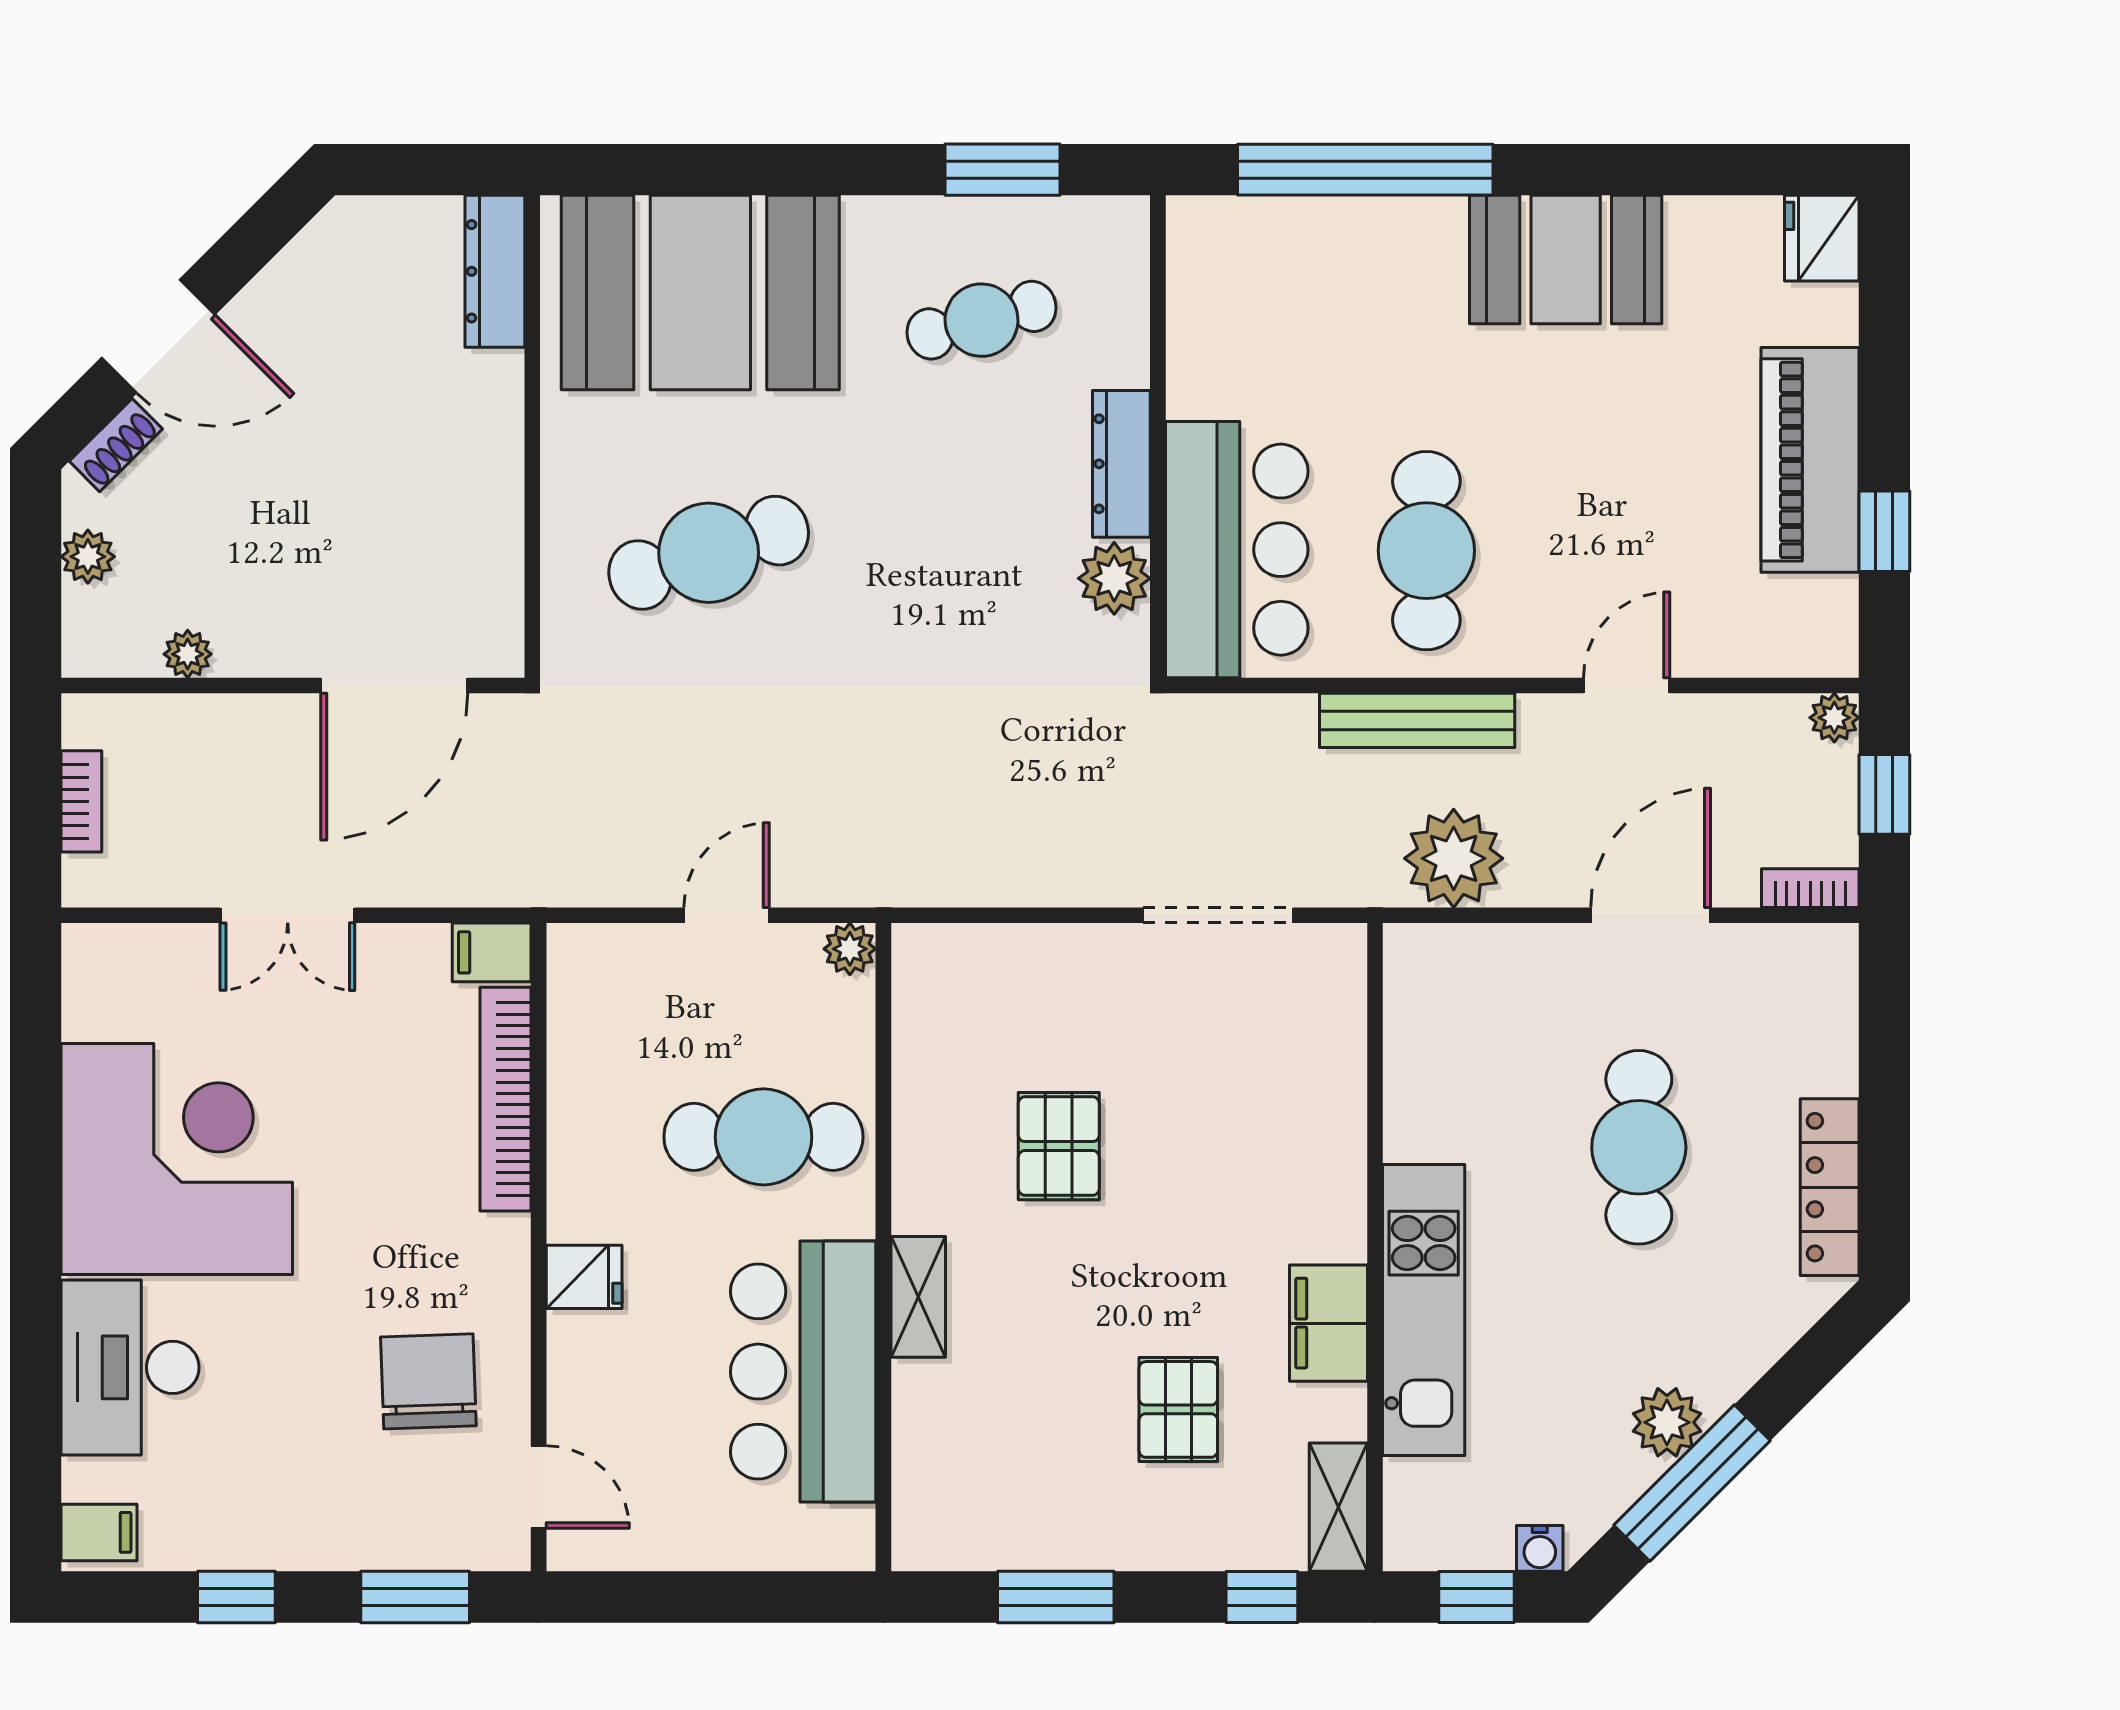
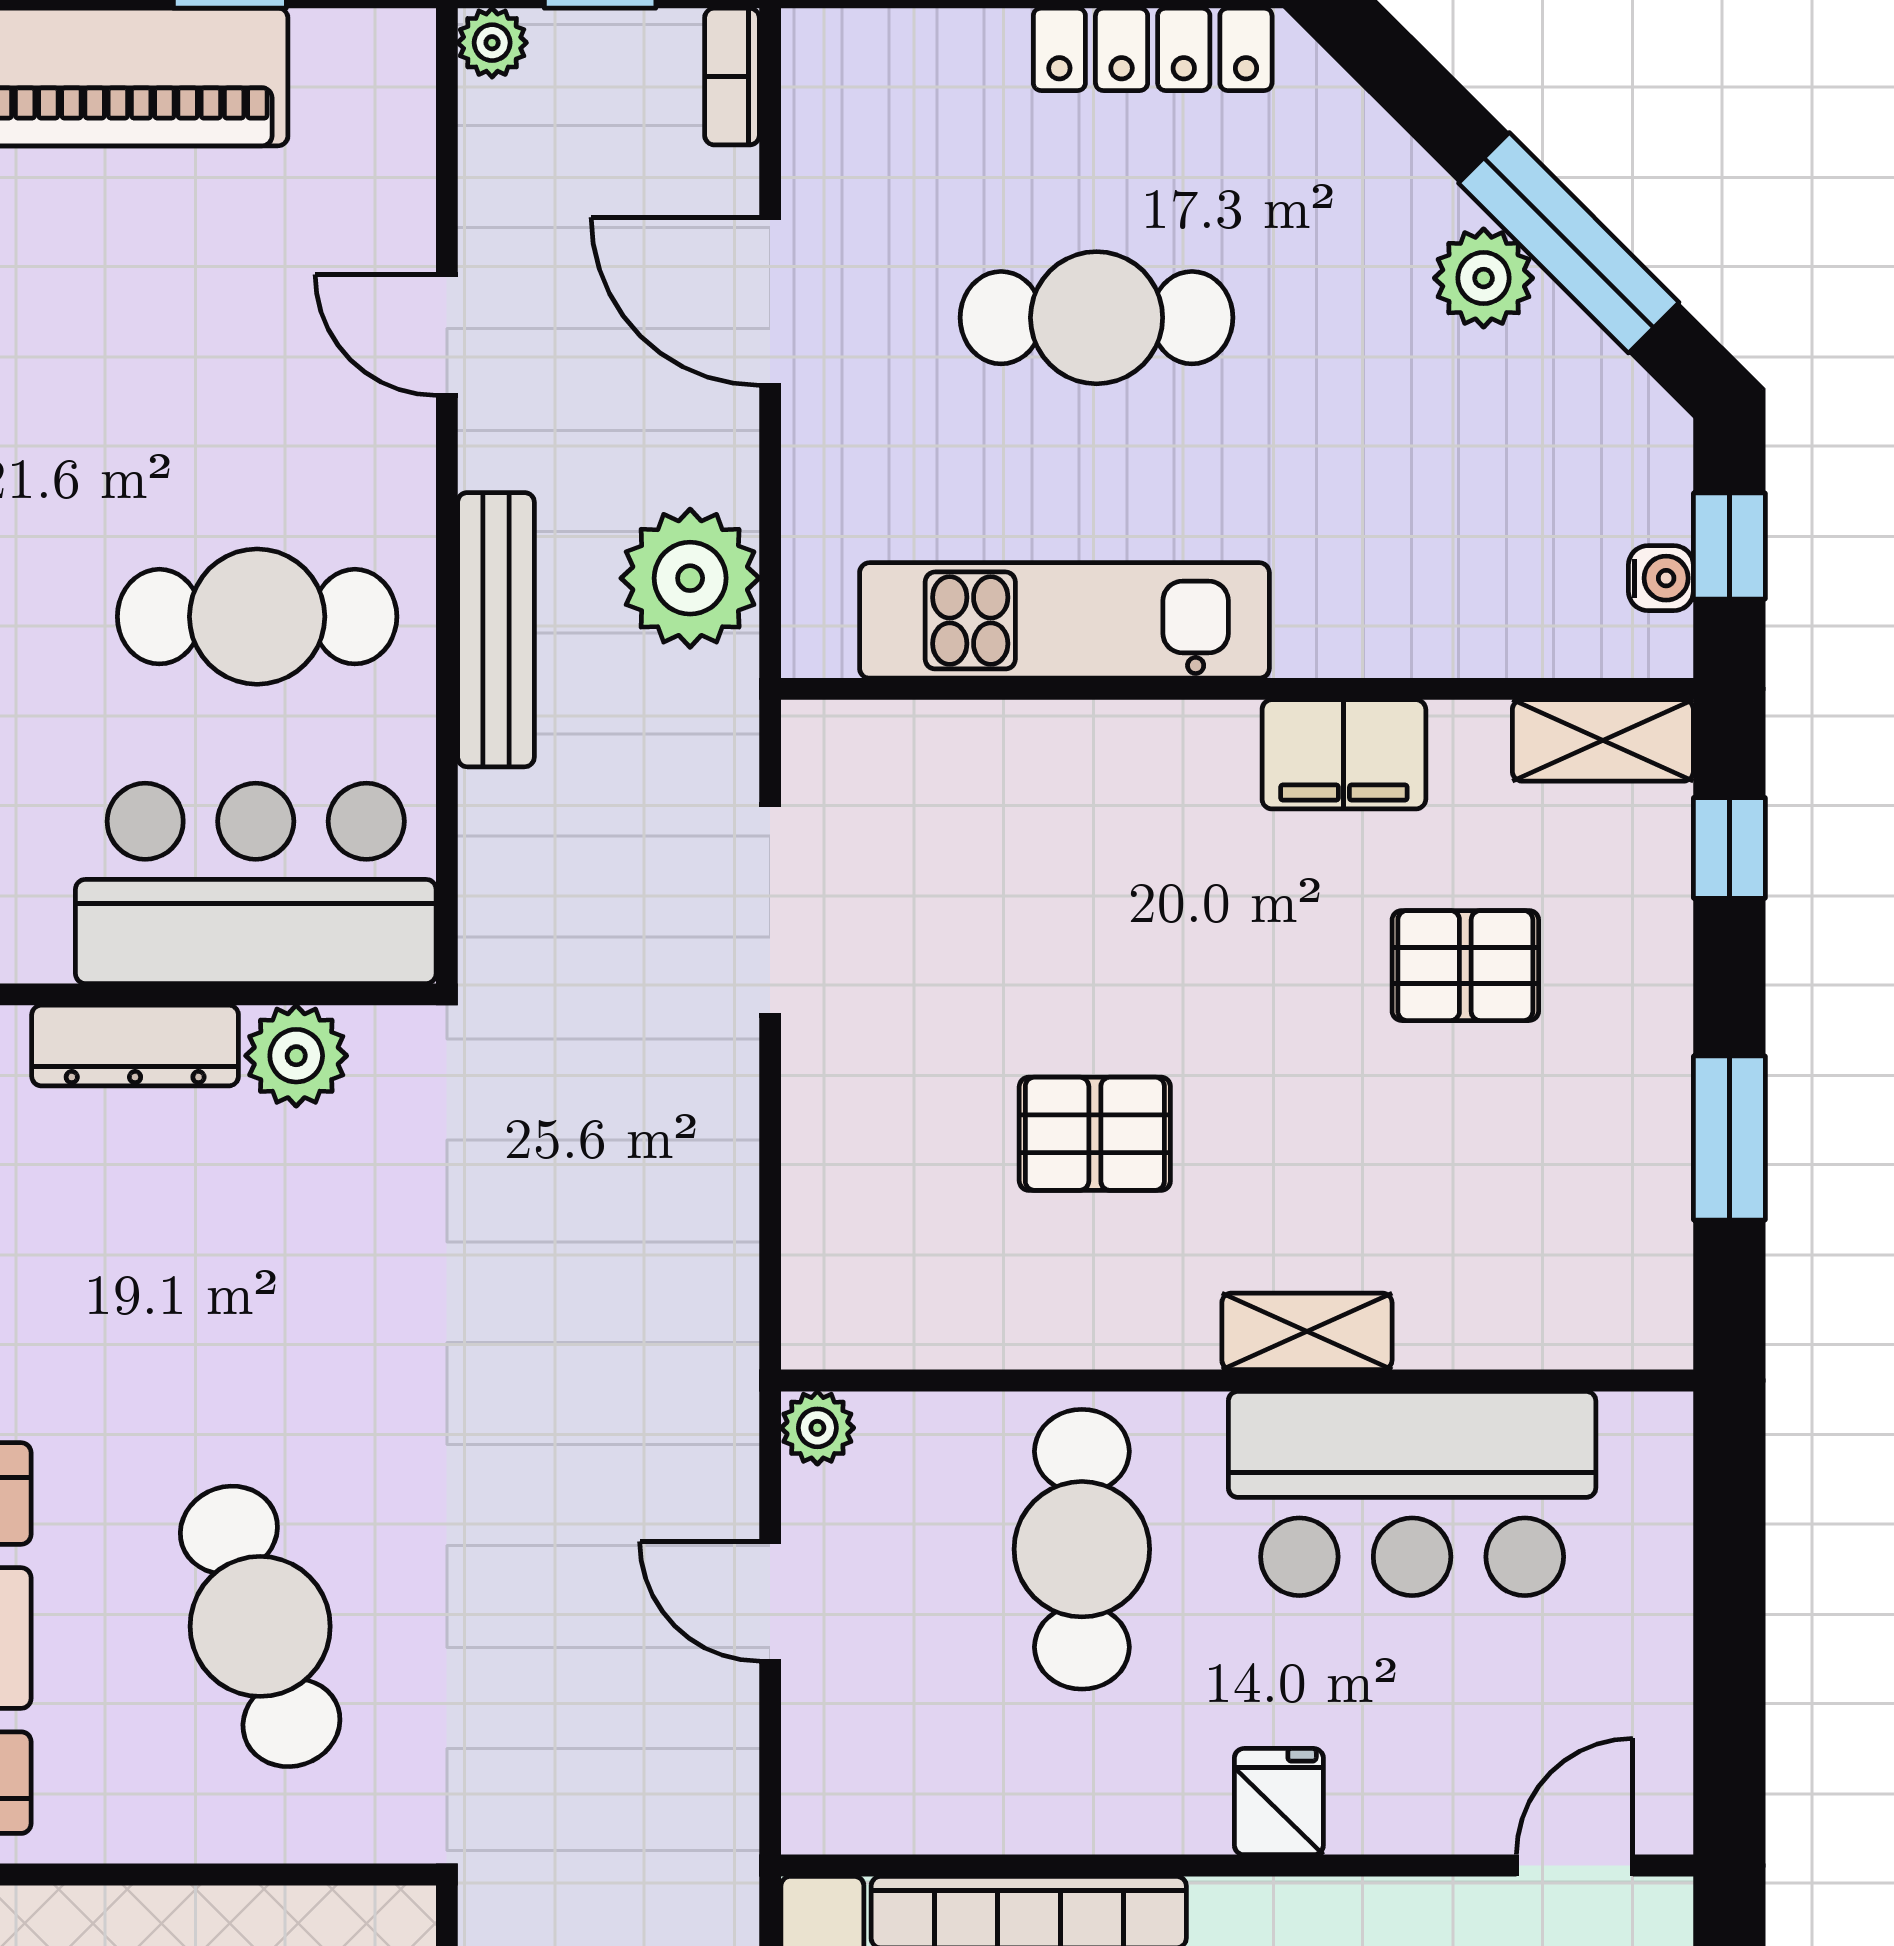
kitchen unit: (1424, 1310) -> (1064, 620), moved
water cooler: (1540, 1548) -> (1661, 578), moved

